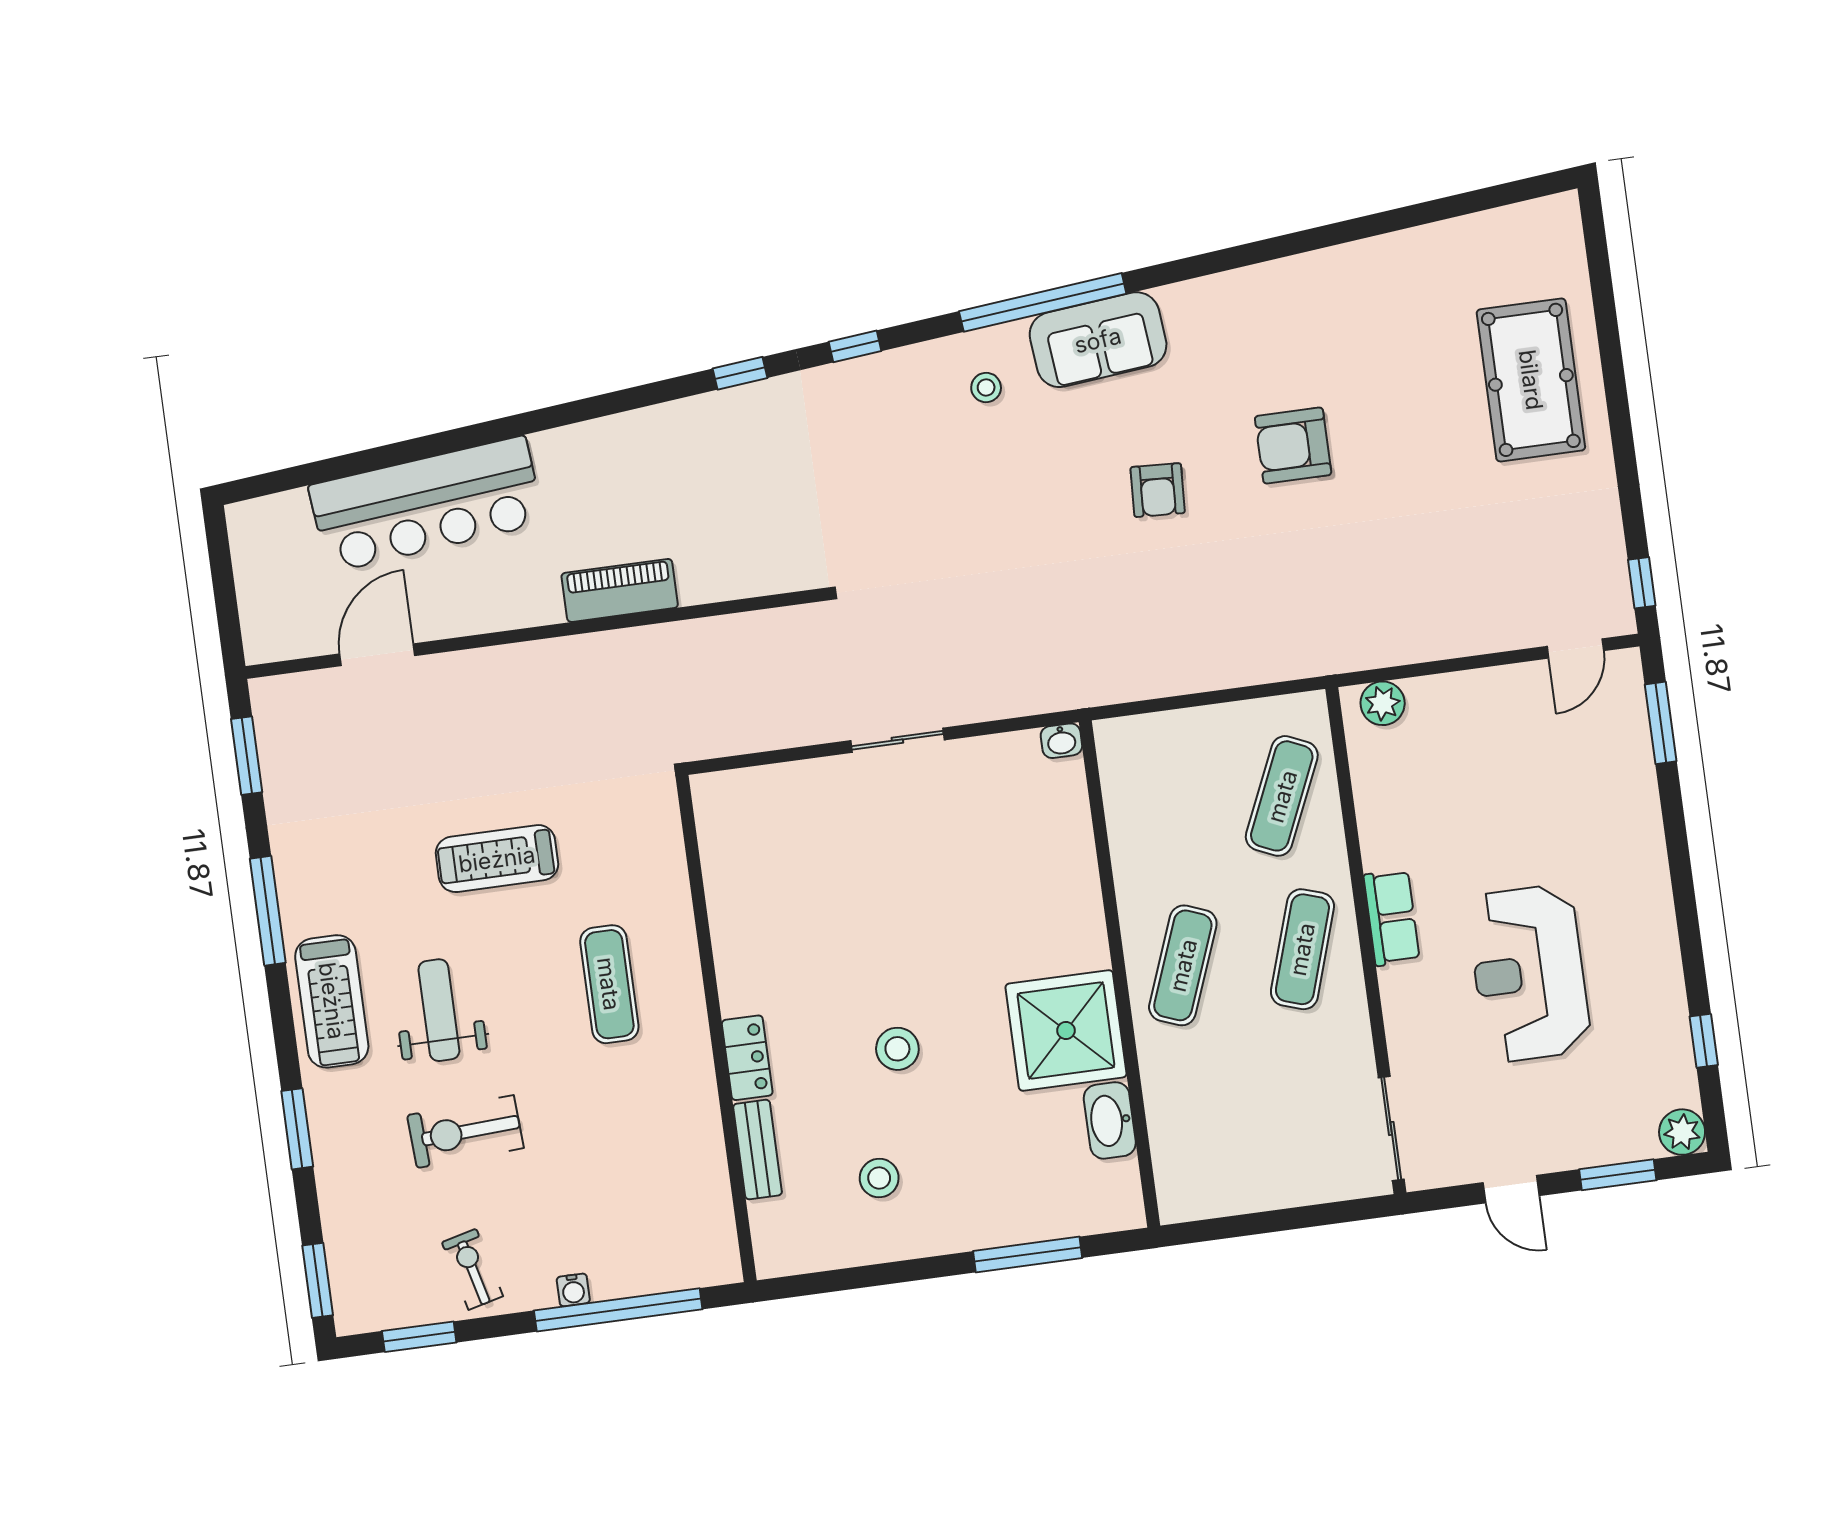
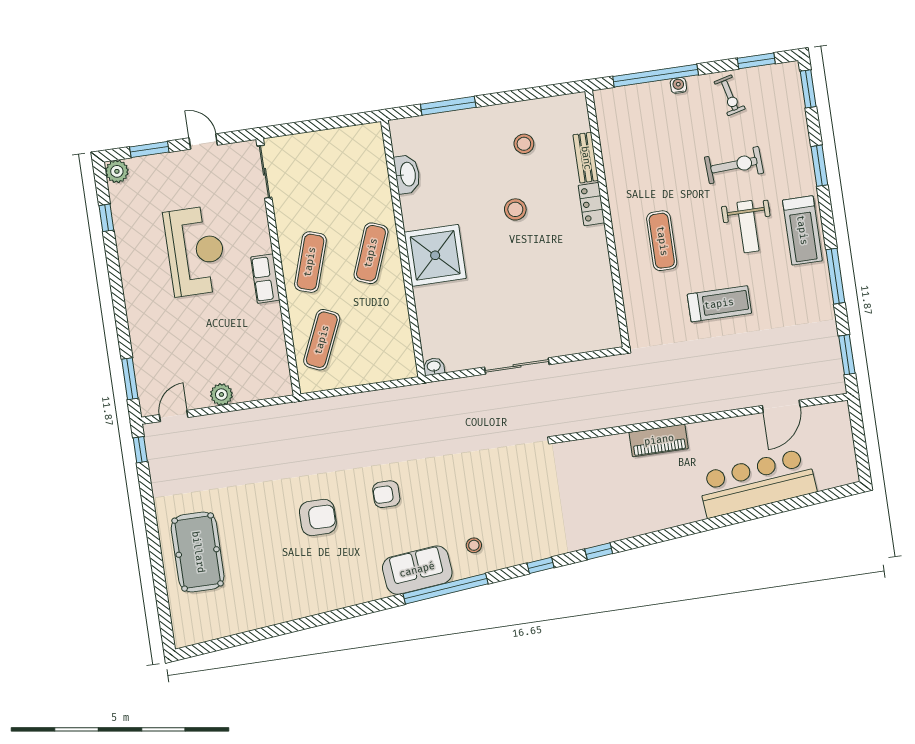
armchair: (1158, 490) -> (386, 494), turned -93
plant: (1383, 703) -> (221, 394), moved
sliding door: (897, 740) -> (517, 366), width x1.37
treadmill: (332, 1001) -> (802, 230), turned 180
shower: (1066, 1031) -> (435, 255), moved

